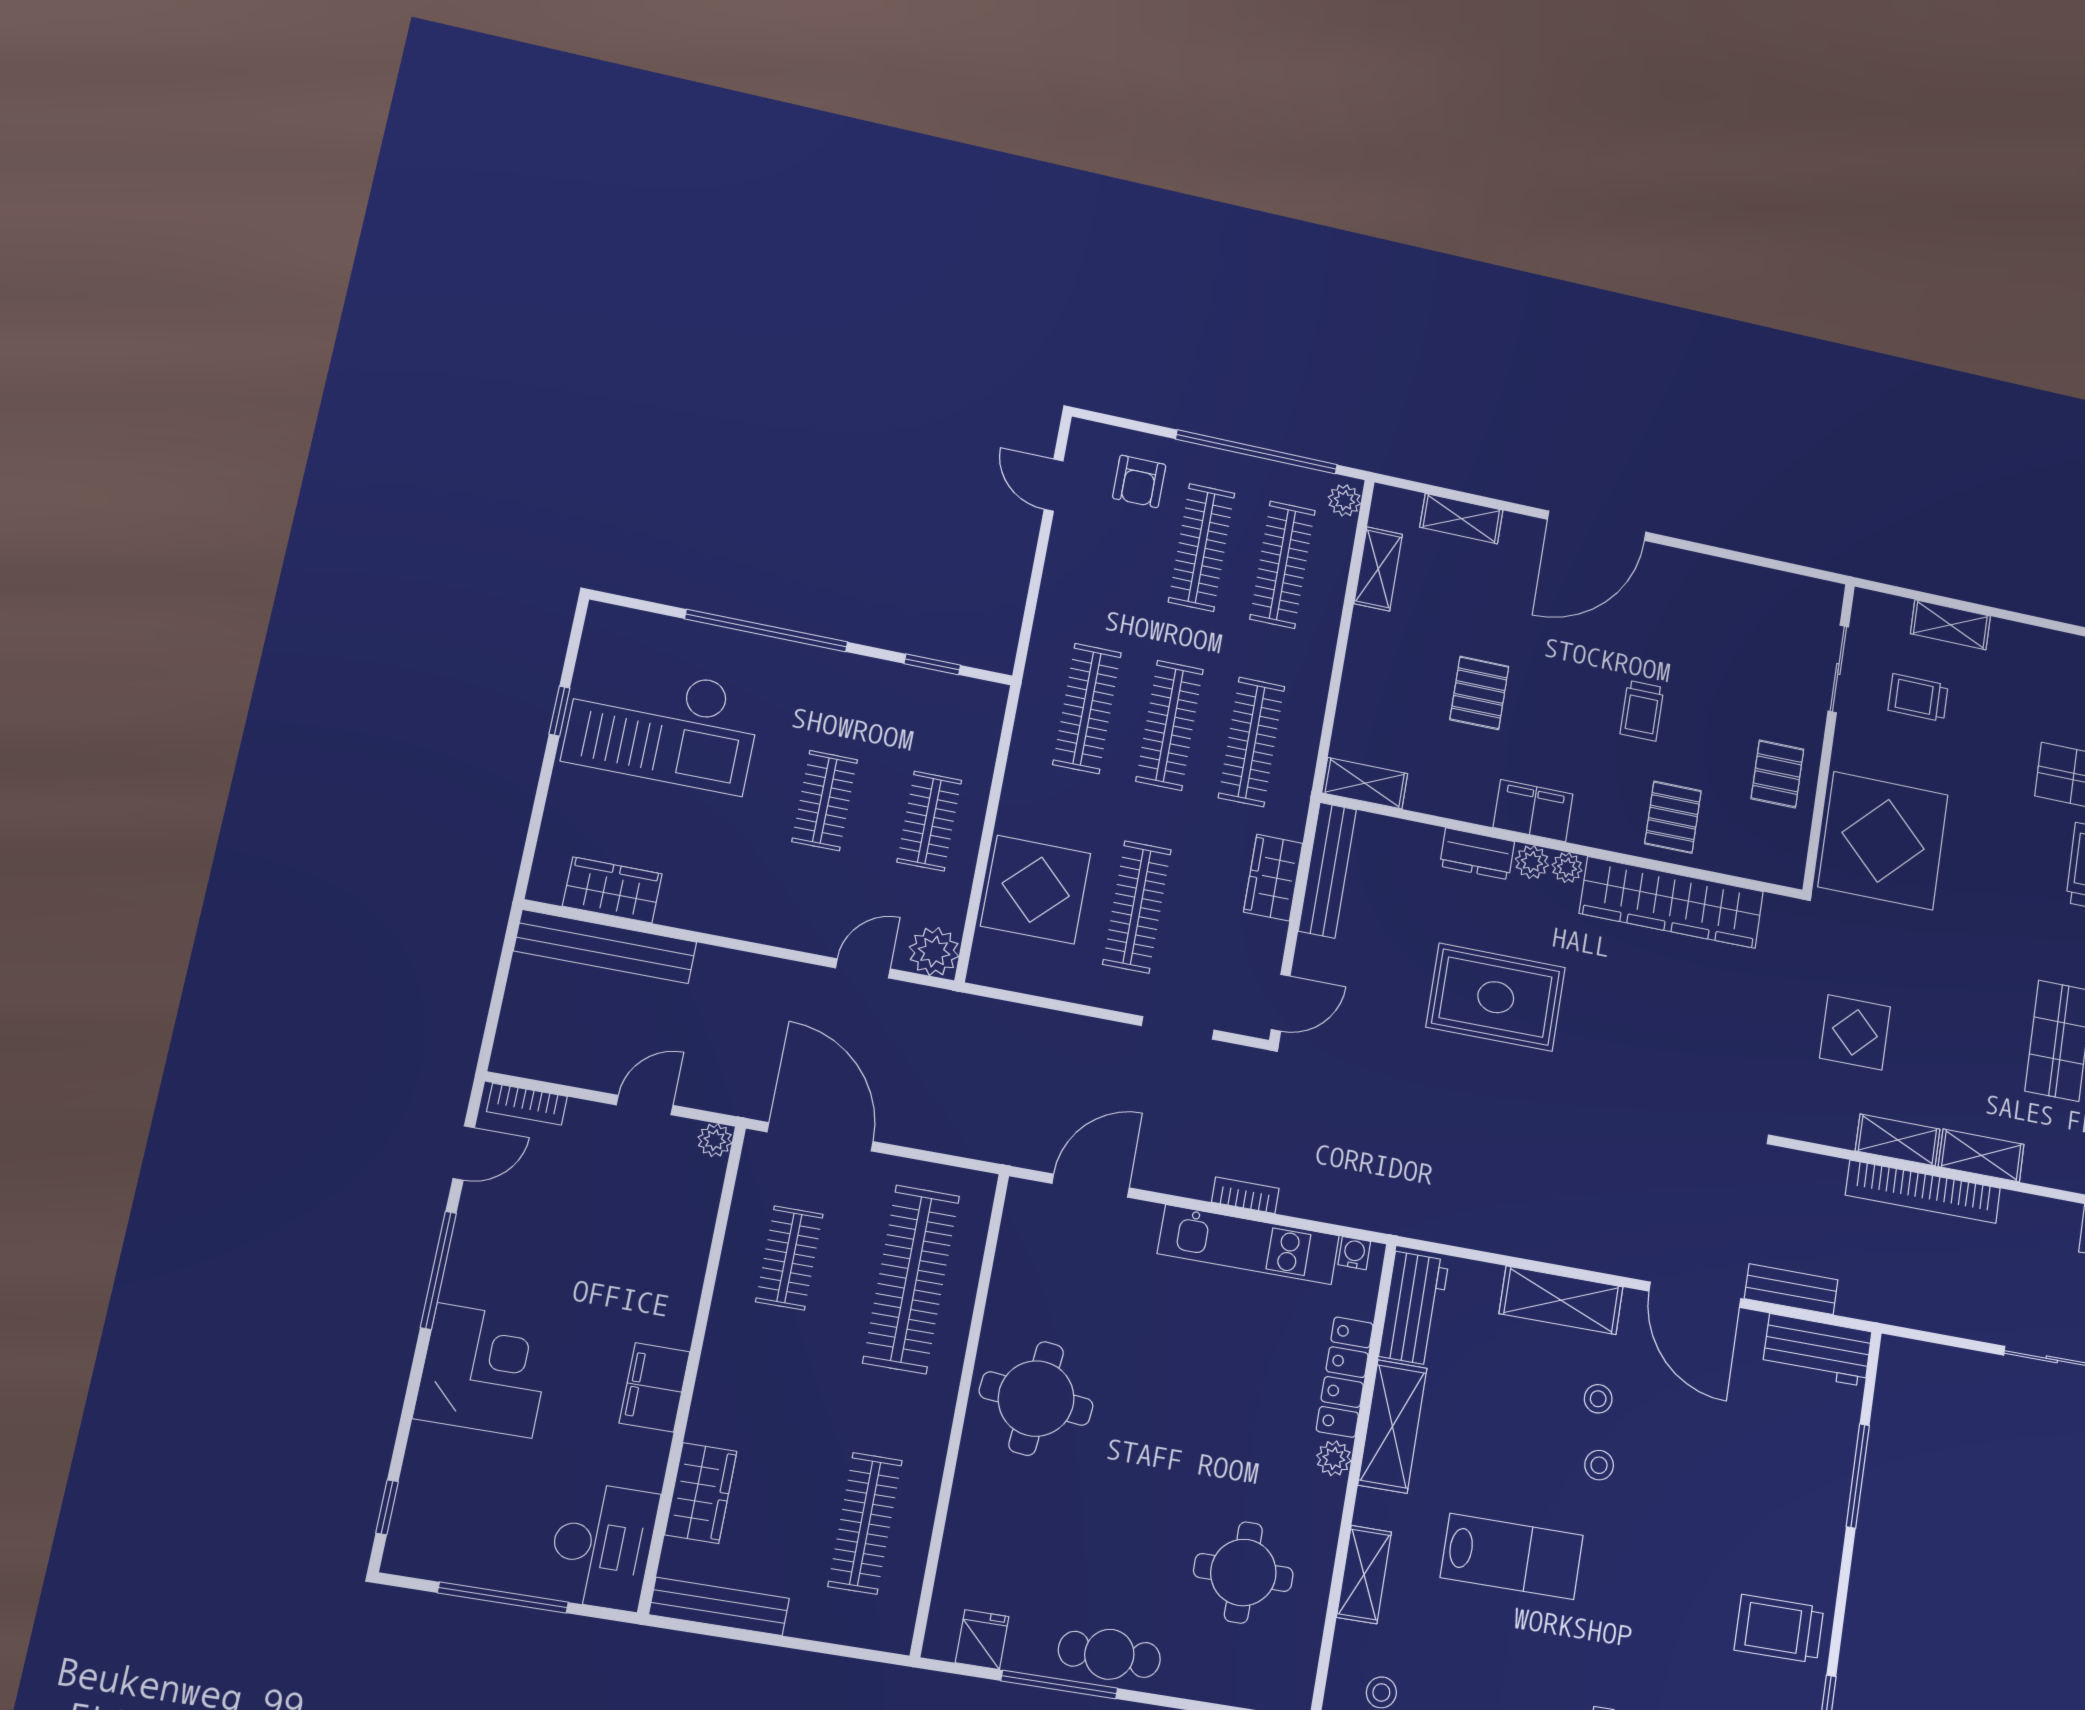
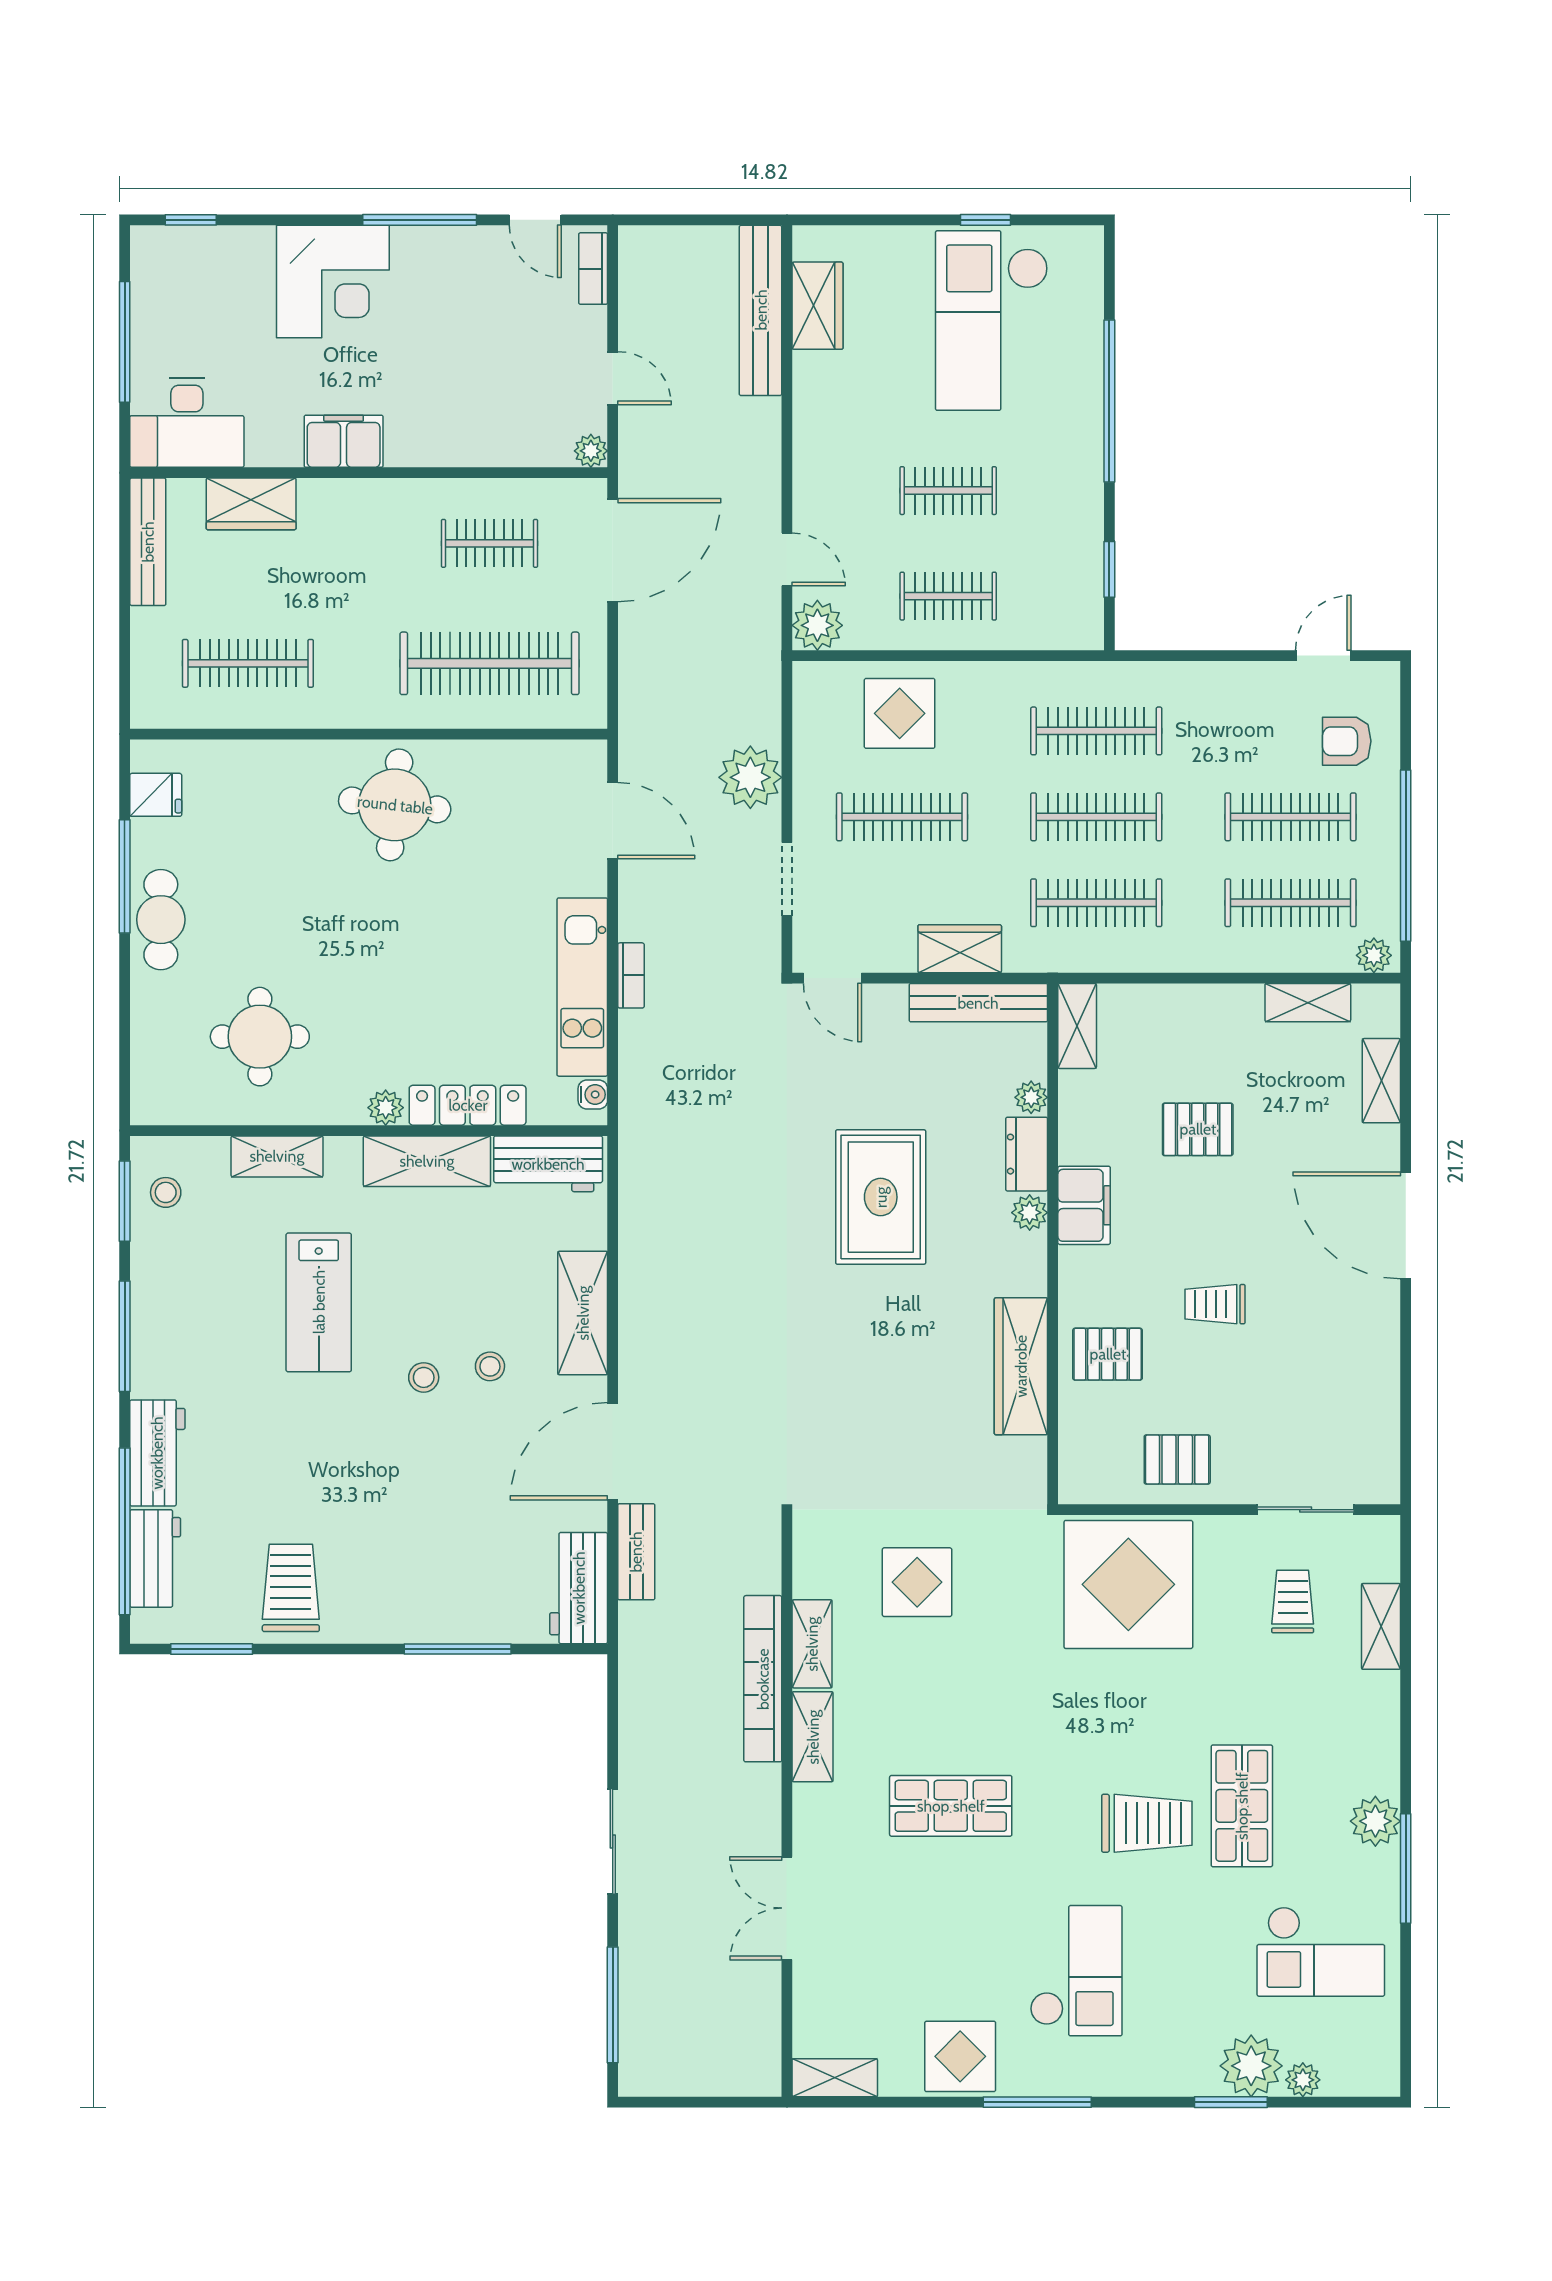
plant: (1567, 868) -> (1031, 1097), moved
display table: (1036, 890) -> (900, 713), width x0.73, depth x0.73
wardrobe: (1672, 902) -> (1021, 1366), width x0.71, depth x0.85
plant: (1072, 1044) -> (750, 777), added

